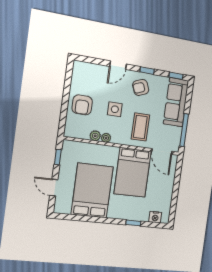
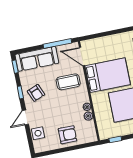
door: (118, 65) -> (25, 117), swing flipped
side table: (115, 109) -> (38, 133), moved
door: (162, 151) -> (82, 56), swing flipped

